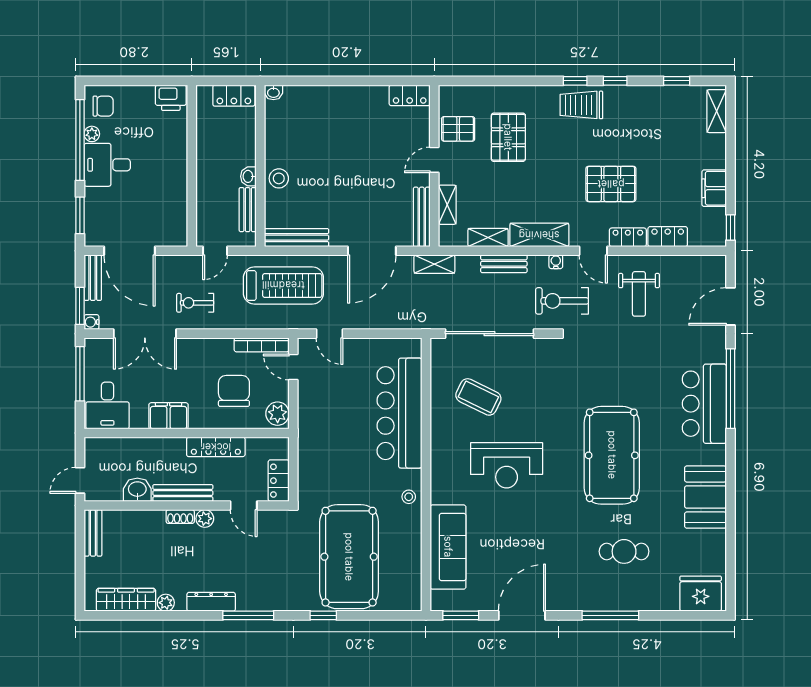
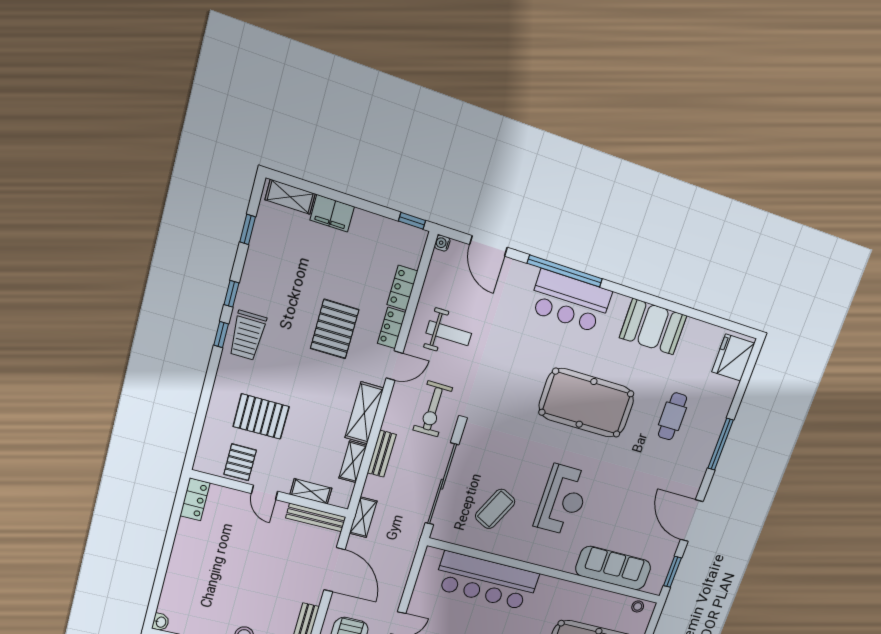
filing cabinet: (714, 188) -> (332, 213), moved
water cooler: (556, 262) -> (442, 243), moved
stool: (409, 497) -> (638, 606), moved

